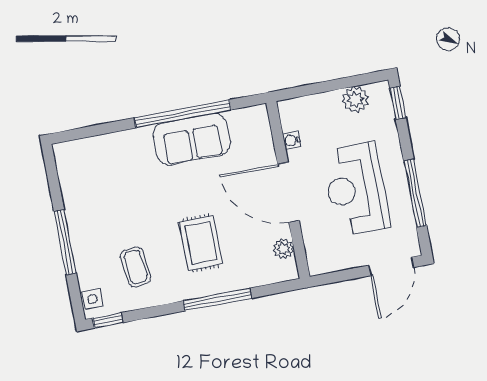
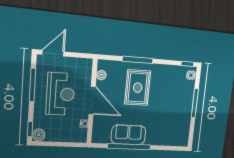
plant: (355, 99) -> (39, 135), moved
rug: (201, 243) -> (138, 88), width x1.36, depth x1.43
coffee table: (136, 267) -> (169, 84), removed

